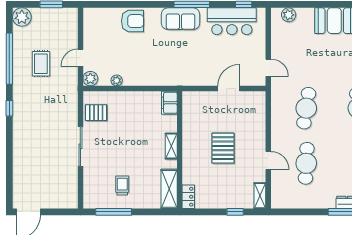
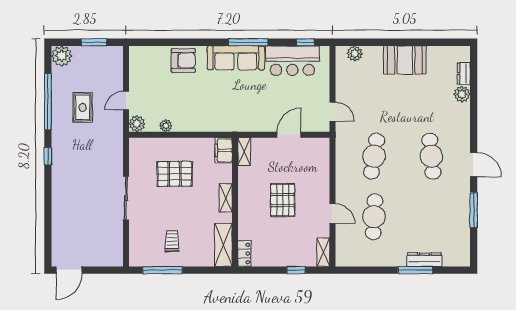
sofa: (180, 19) -> (236, 58), width x1.36
shelving: (188, 104) -> (244, 152), added
pallet: (96, 113) -> (175, 174), moved, width x1.50, depth x1.42

